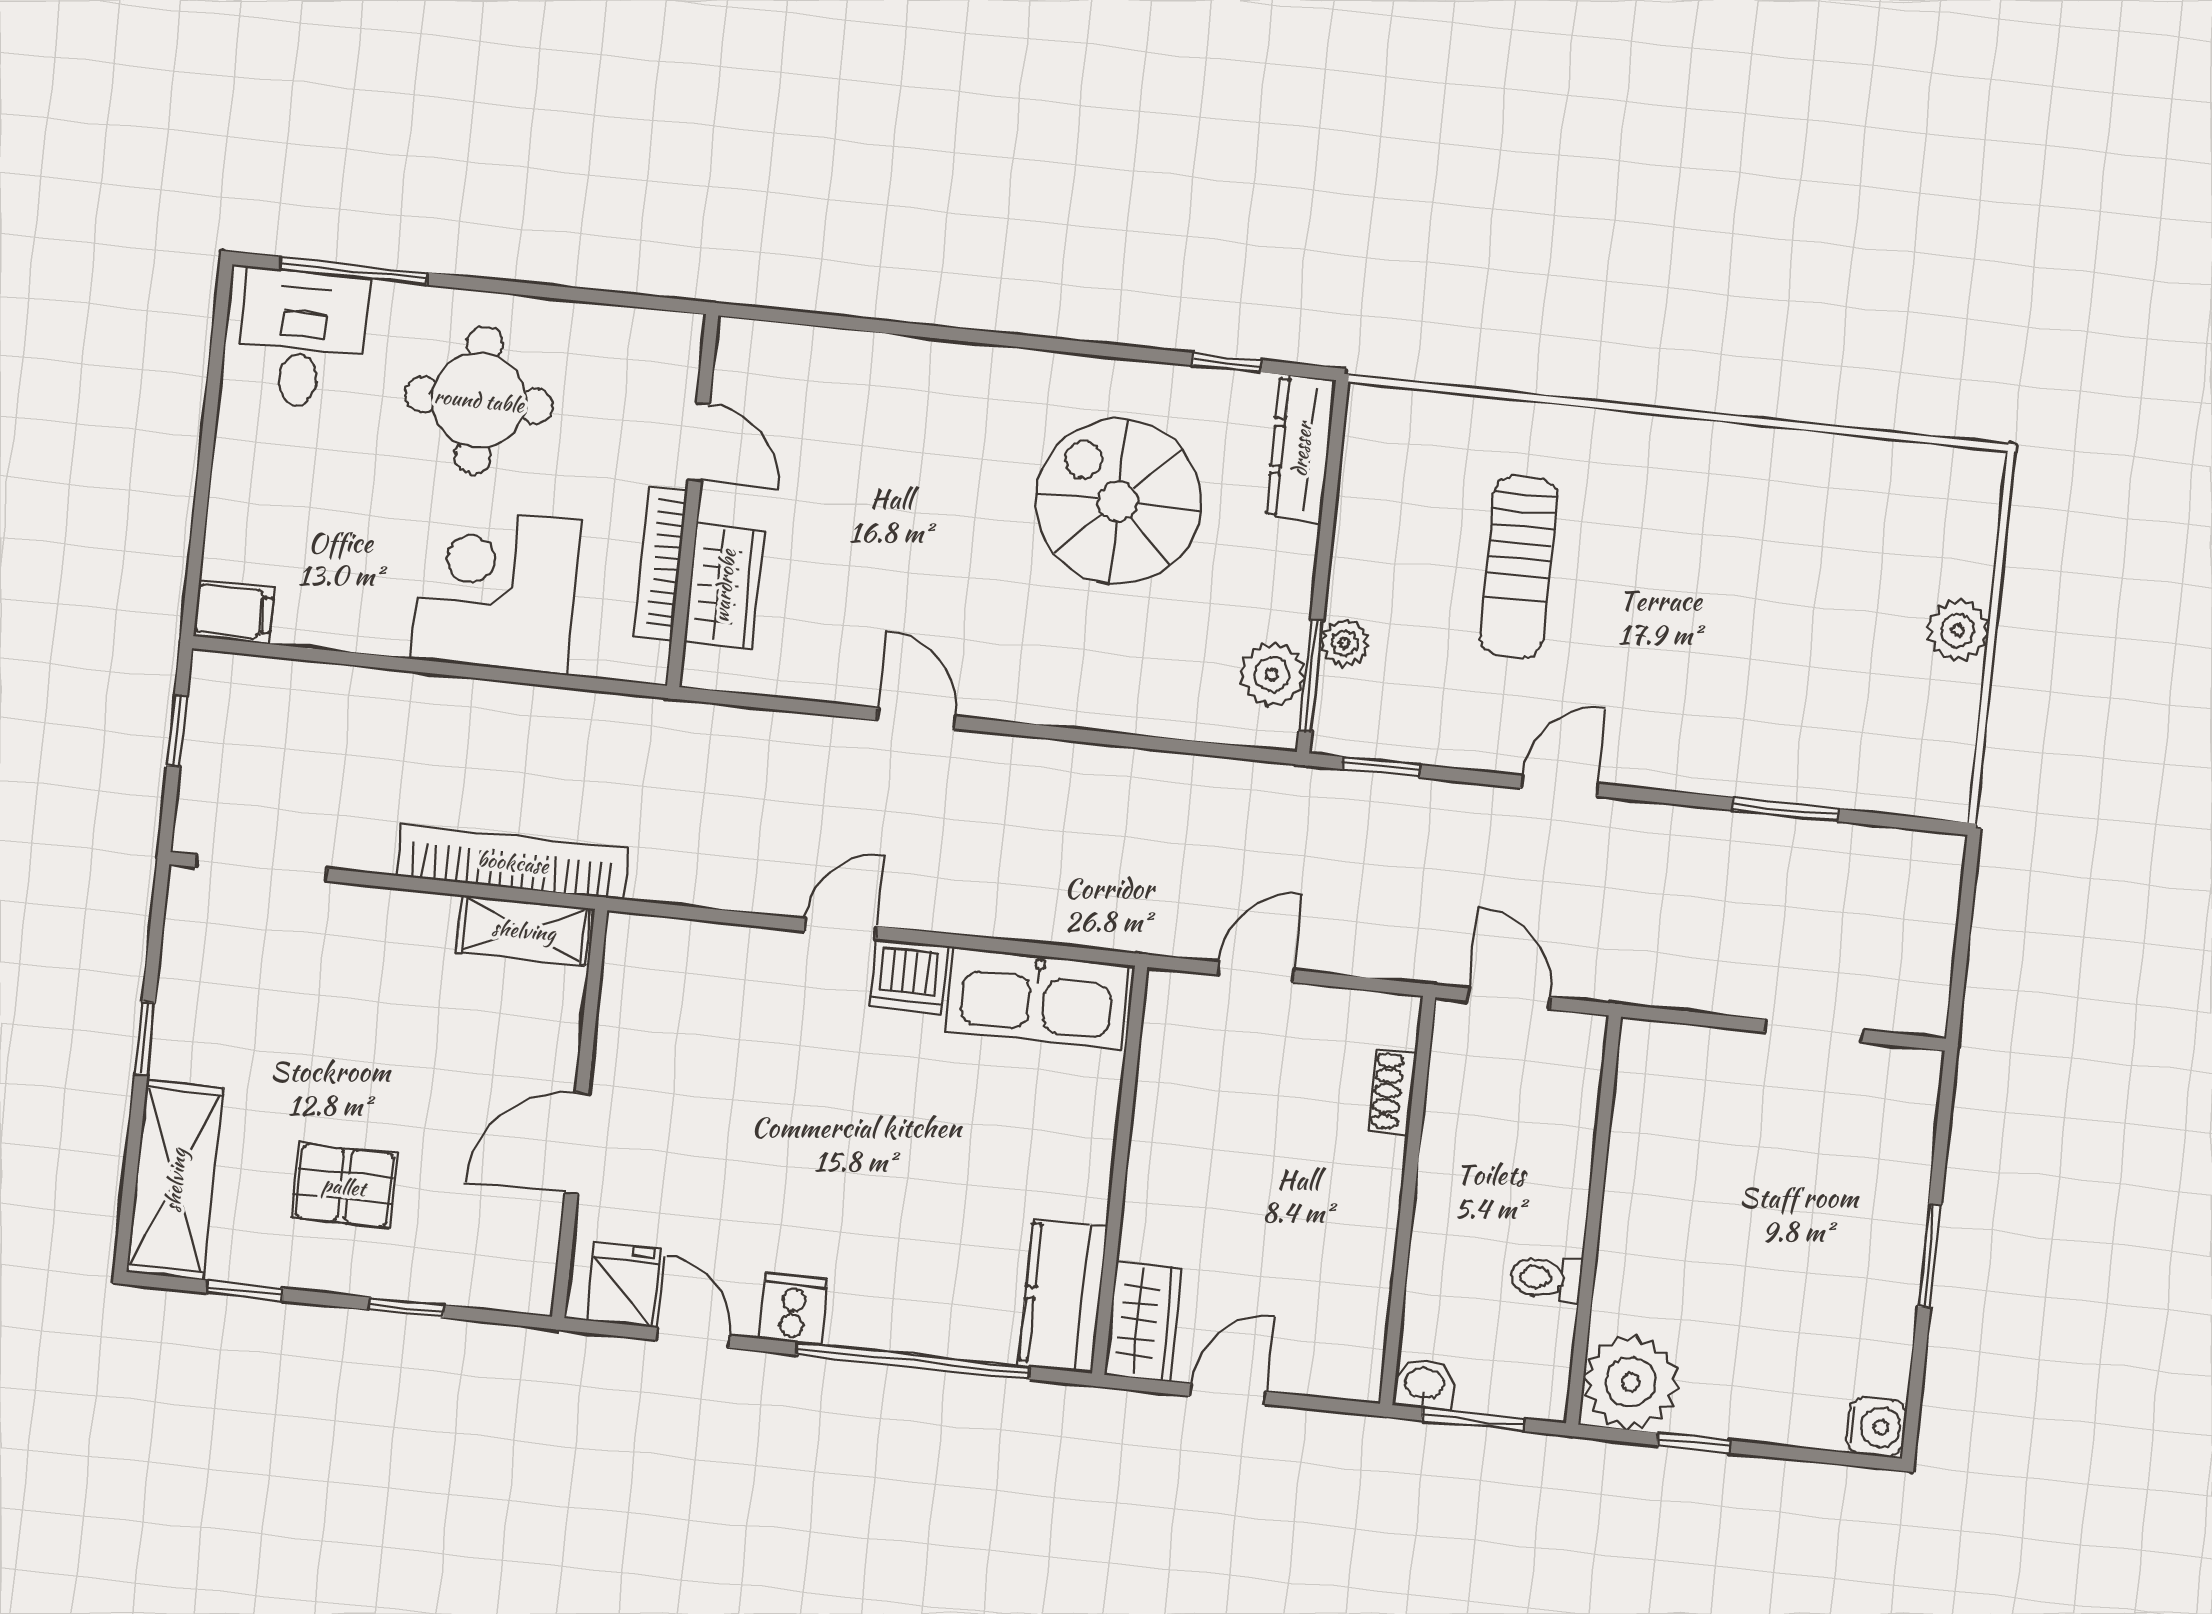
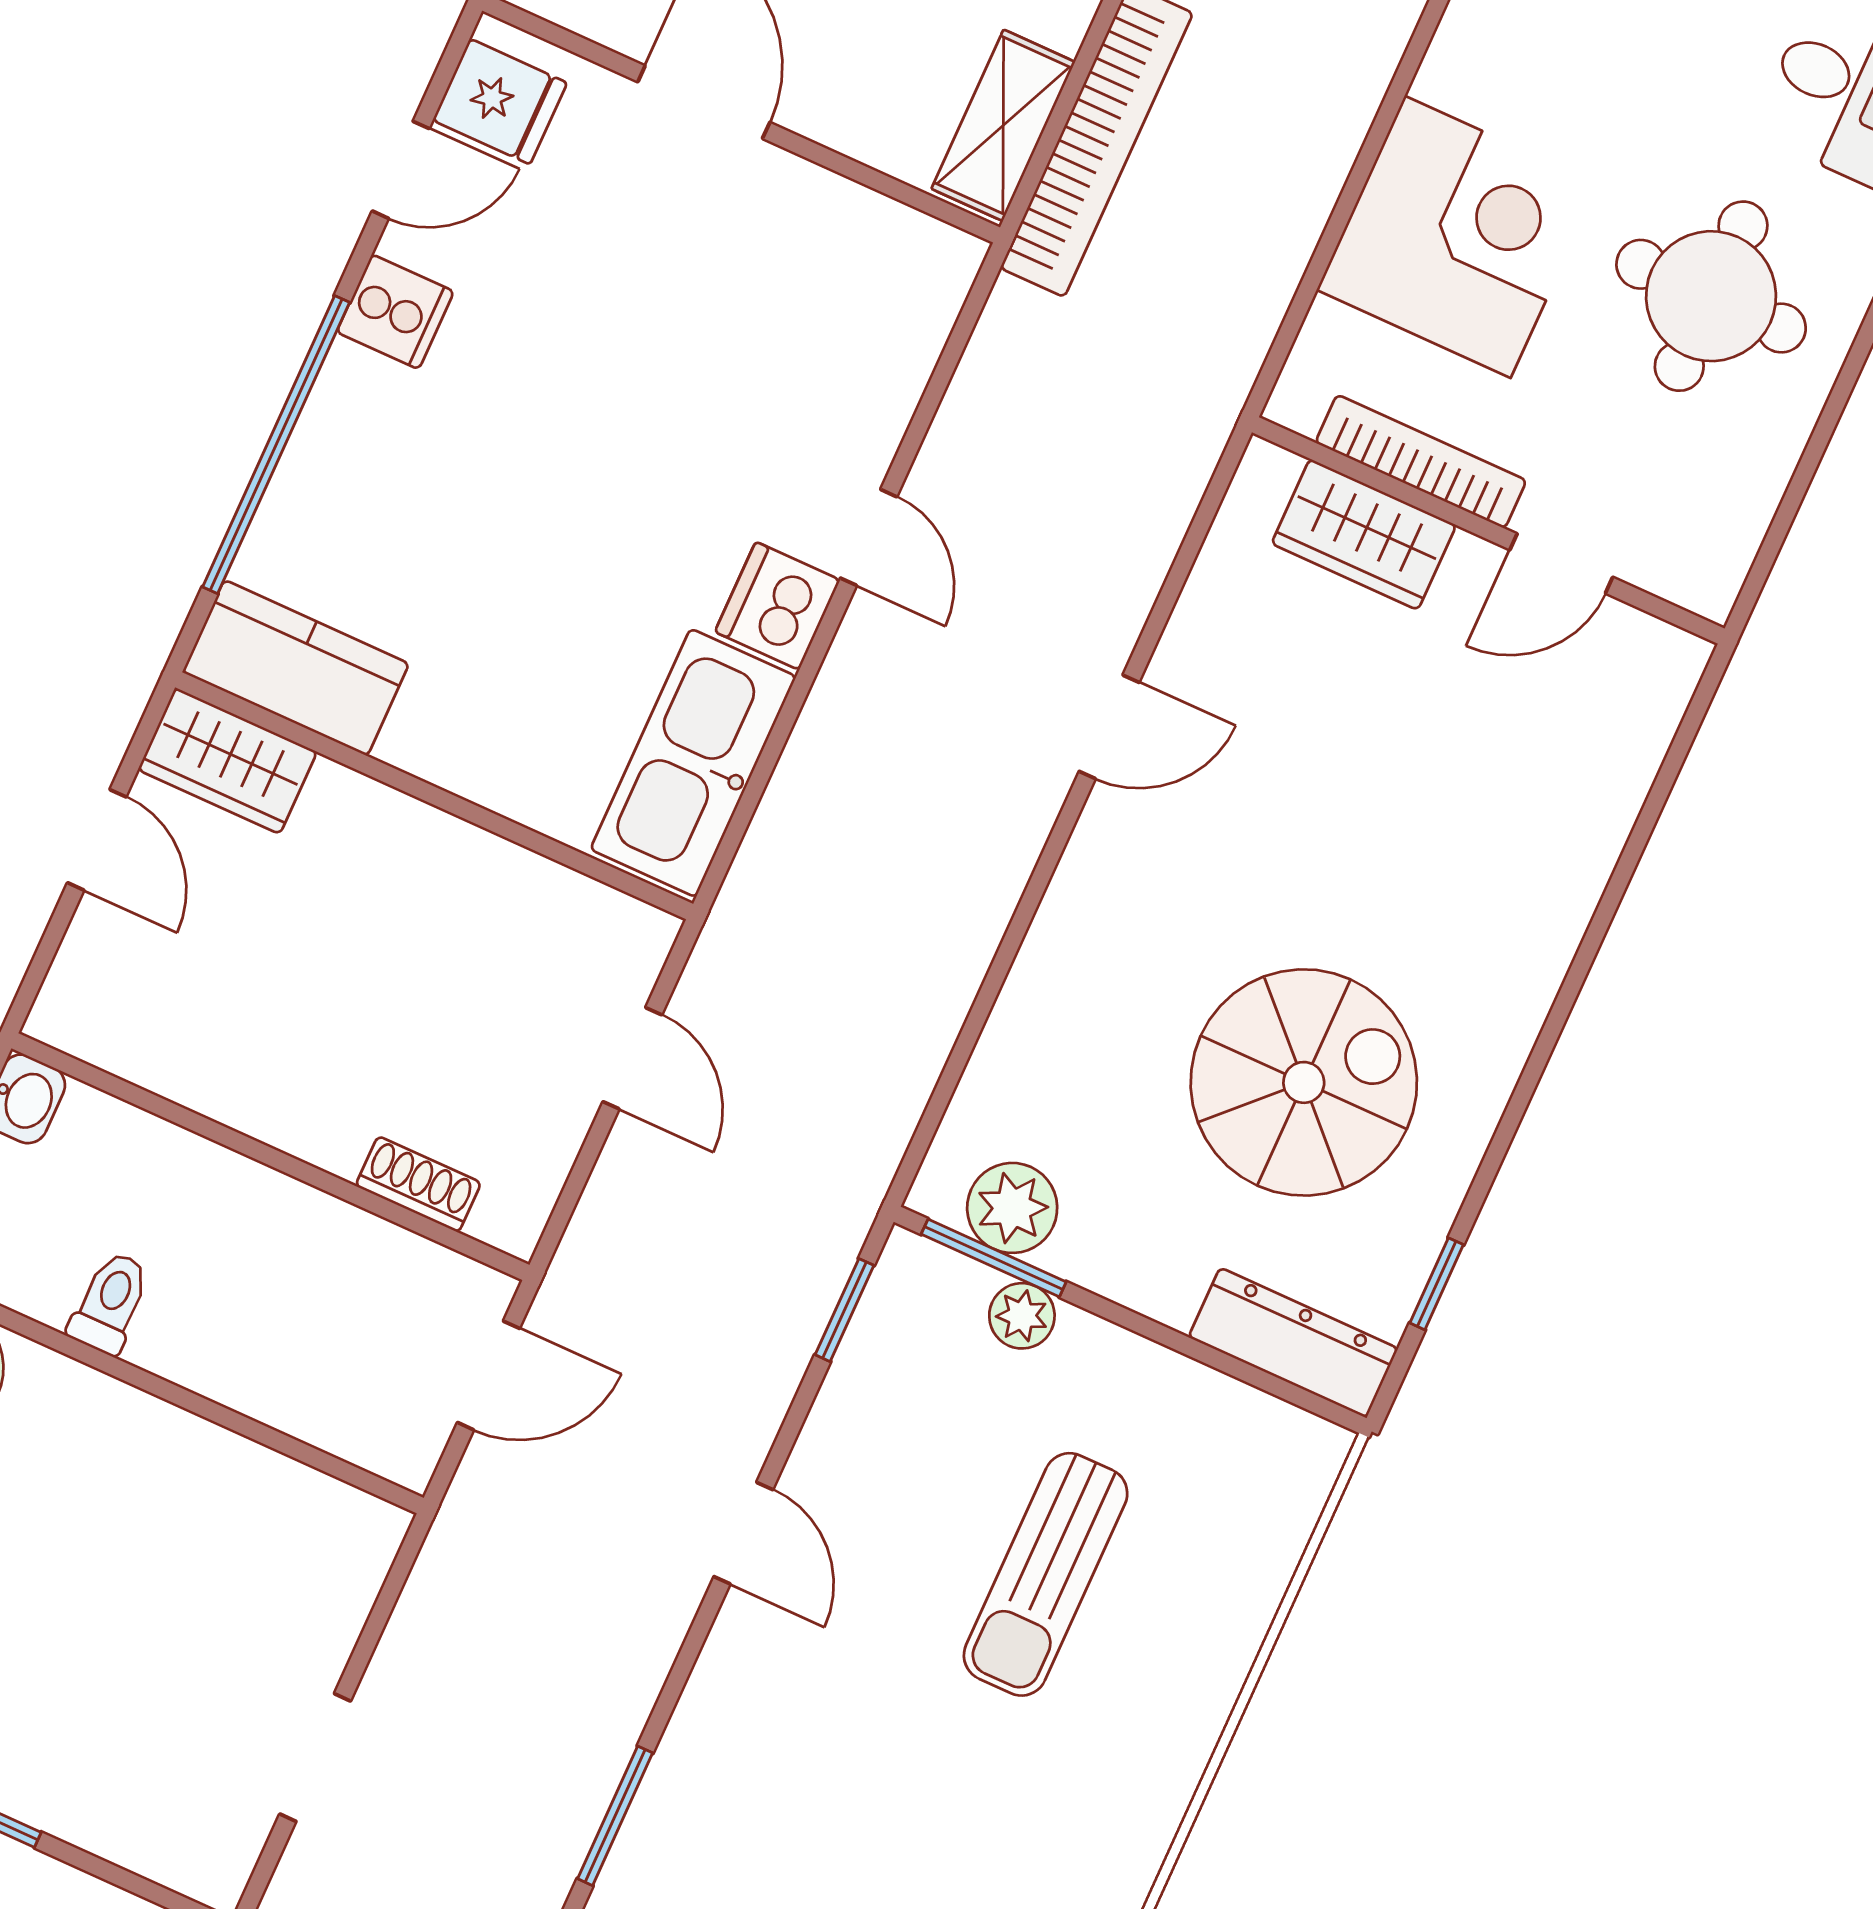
sun lounger: (1518, 567) -> (1046, 1574), turned -90

